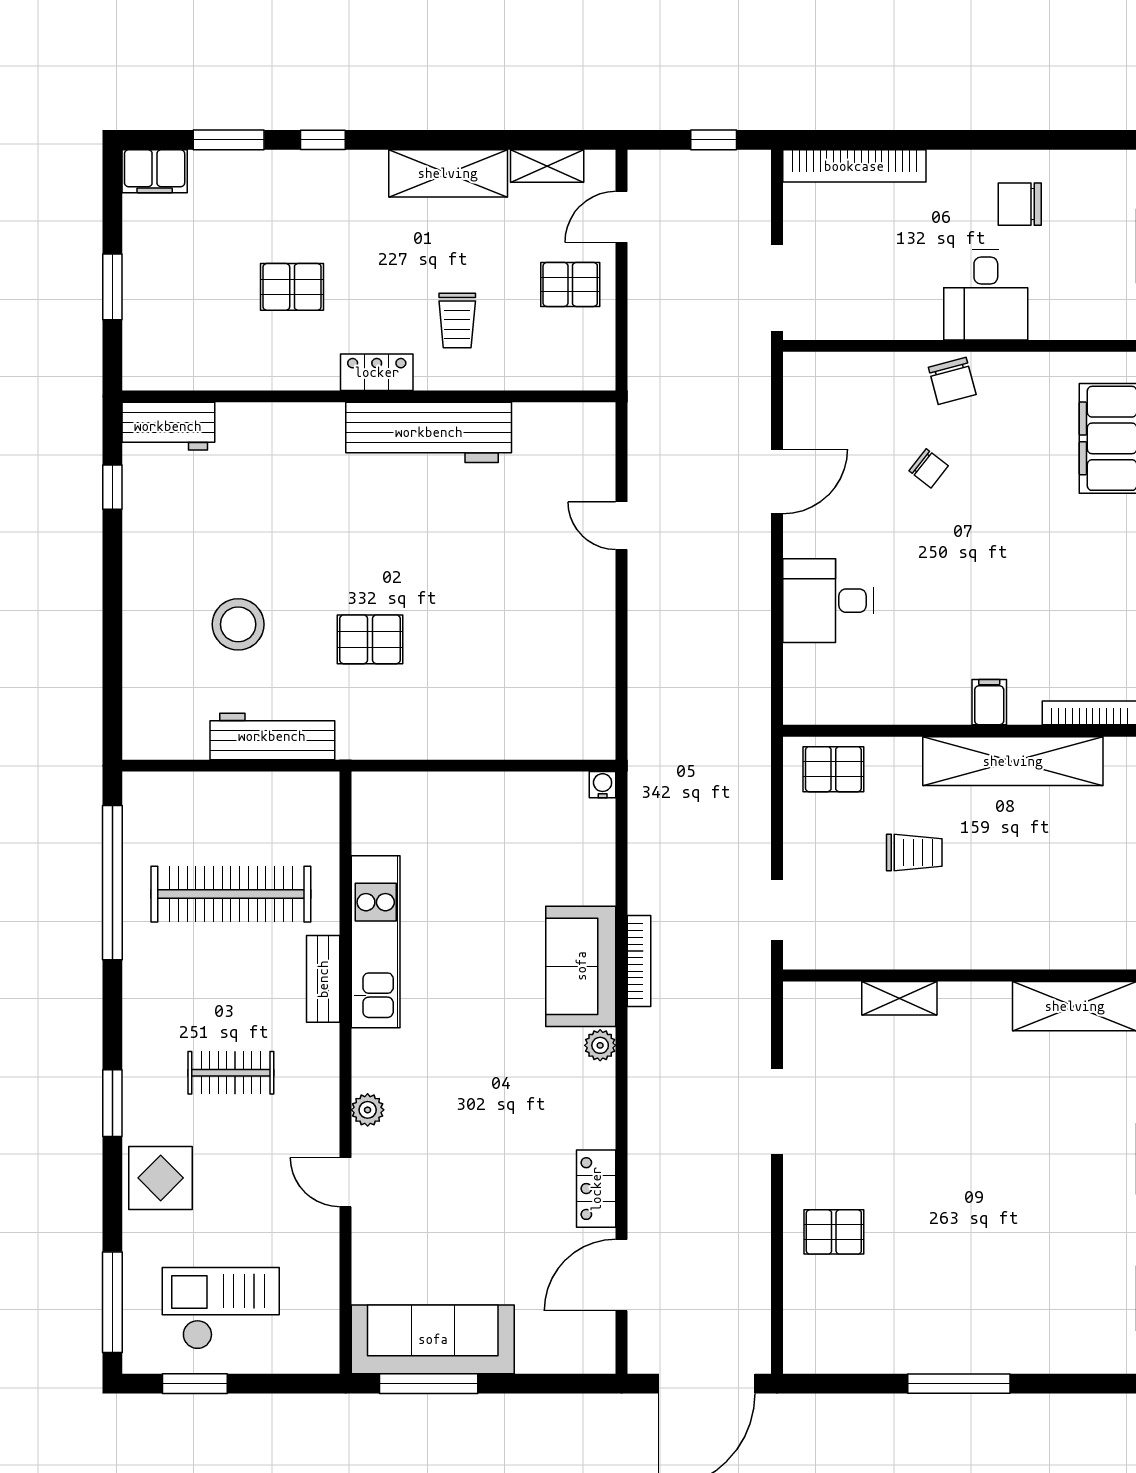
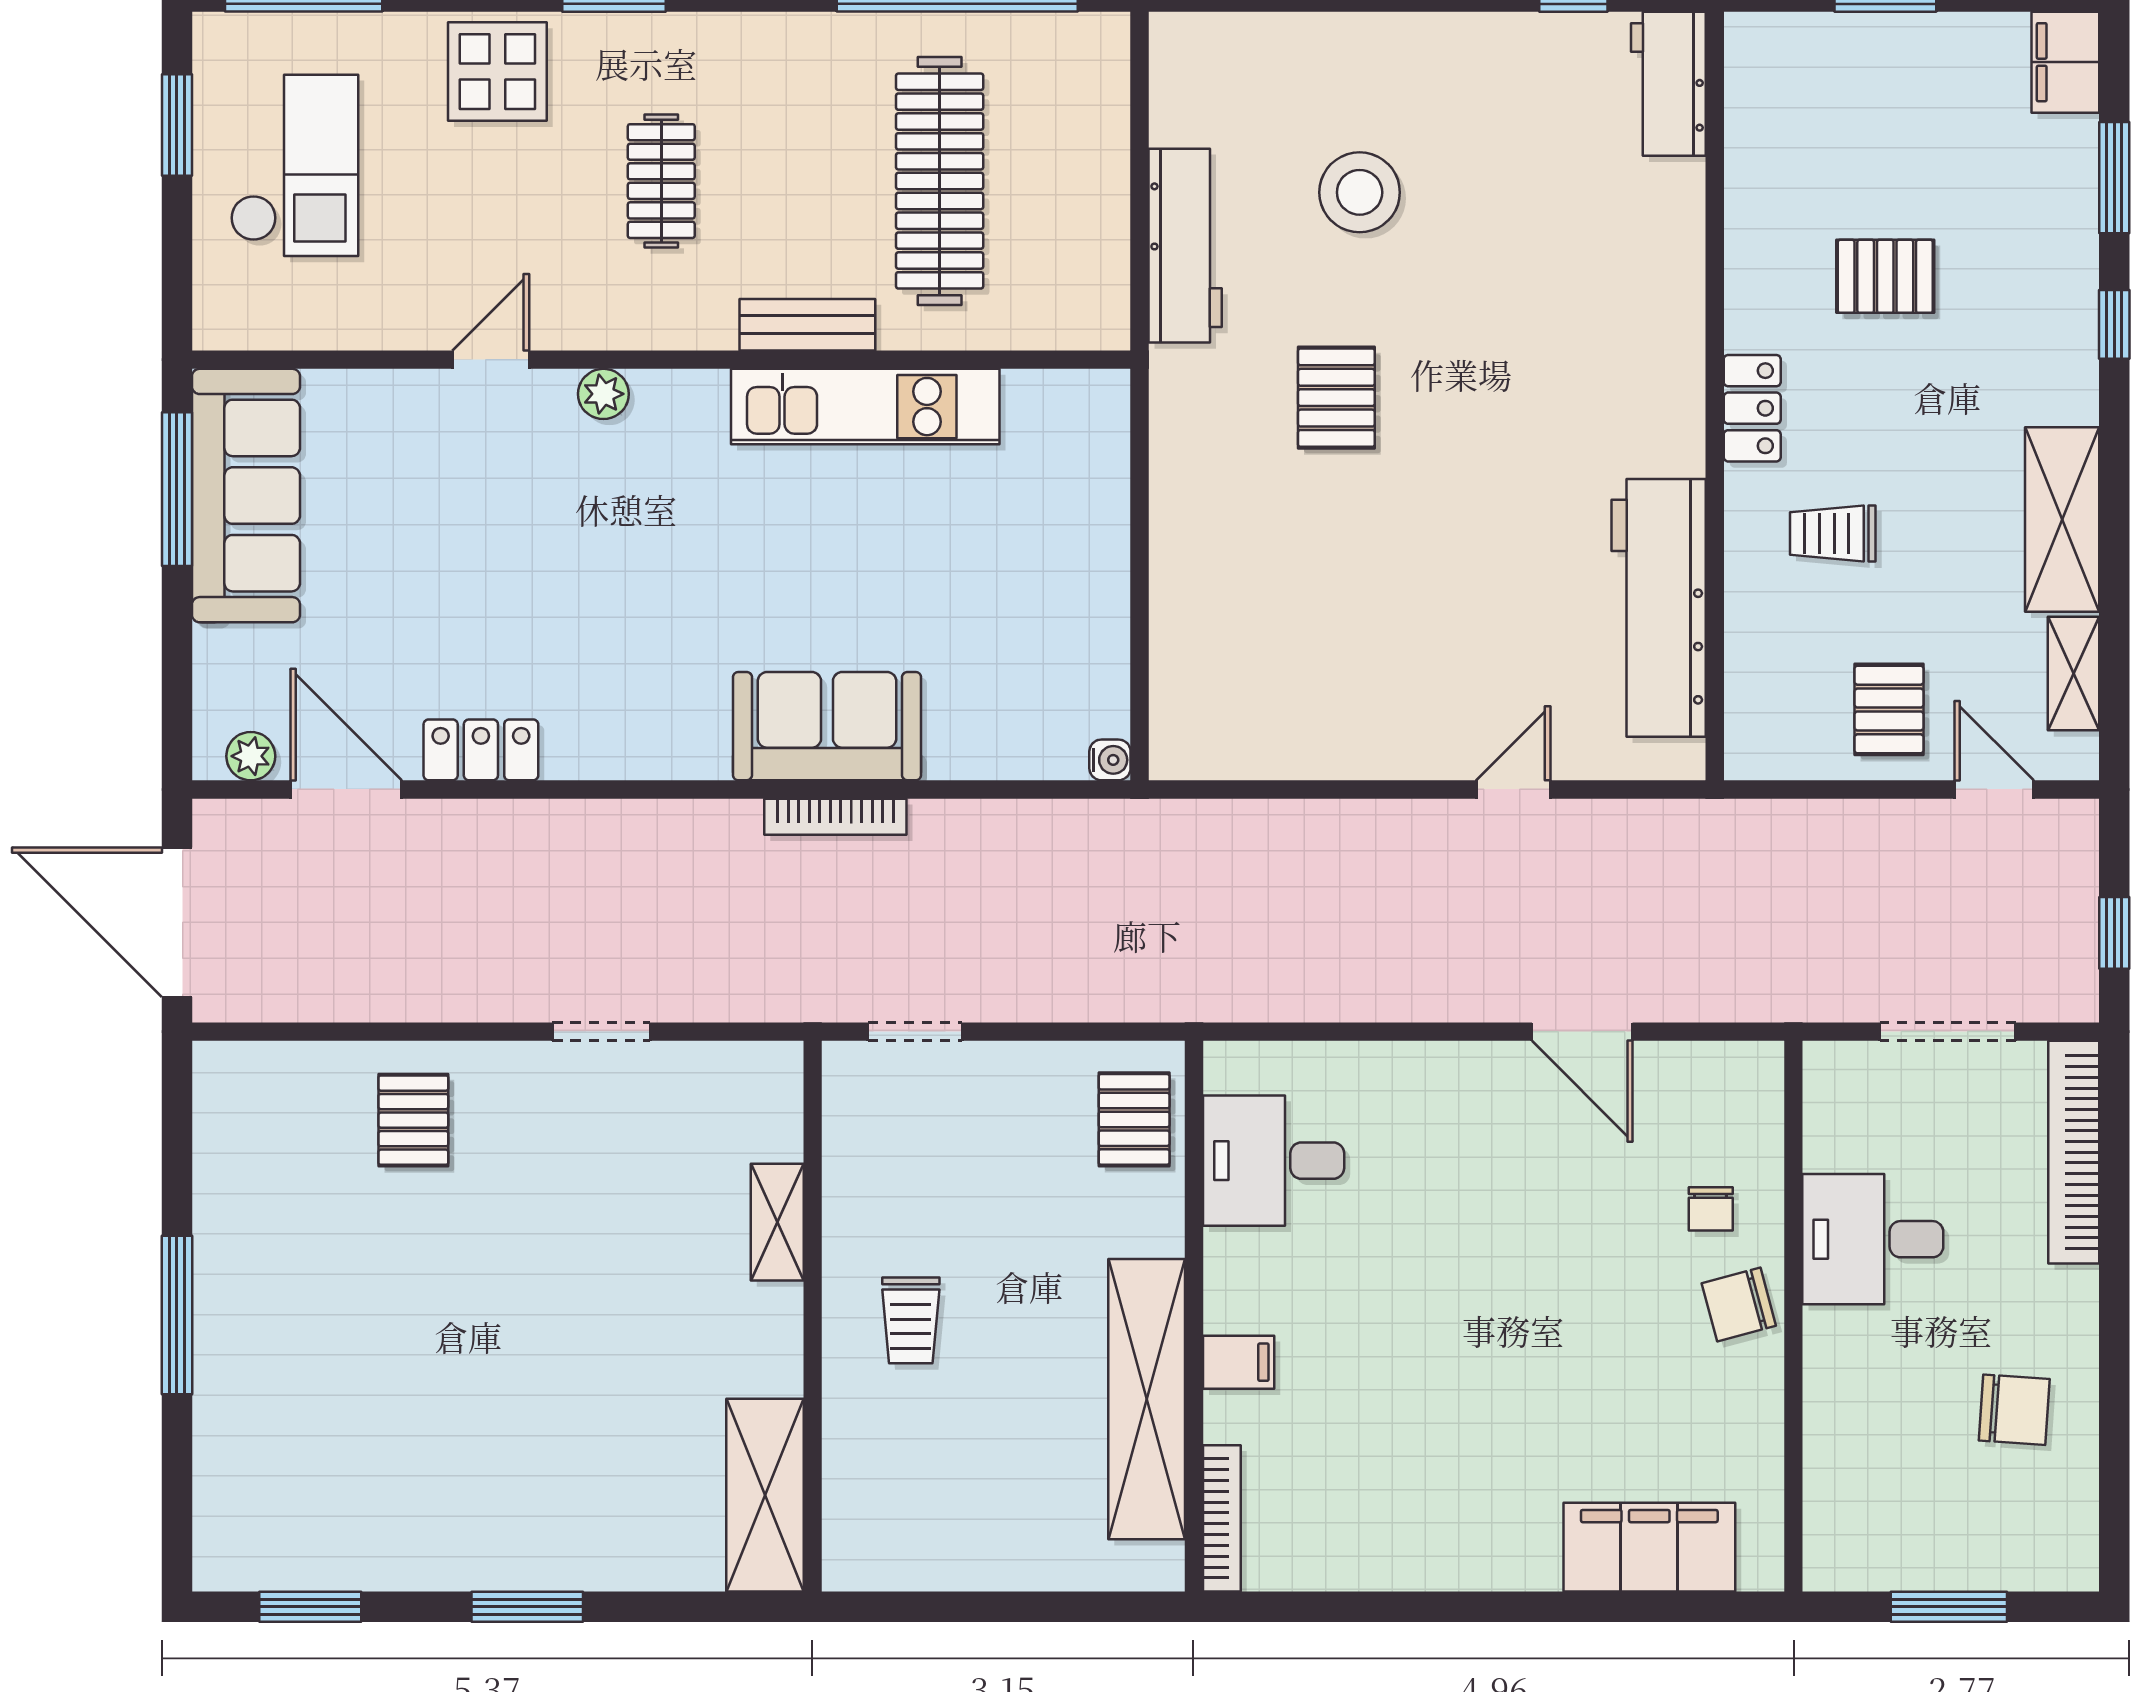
chair: (1020, 204) -> (2014, 1410), turned 94
pallet: (292, 287) -> (1885, 276), turned 90
doorway: (777, 288) -> (1948, 1032), moved
desk: (986, 295) -> (1873, 1239), moved
workbench: (429, 432) -> (1659, 608), moved
chair: (929, 468) -> (1711, 1209), moved, turned -38
desk: (828, 601) -> (1274, 1161), moved, turned -90
trolley: (914, 853) -> (911, 1320), moved
plant: (600, 1045) -> (251, 756), moved
doorway: (777, 1111) -> (601, 1032), width x0.73

